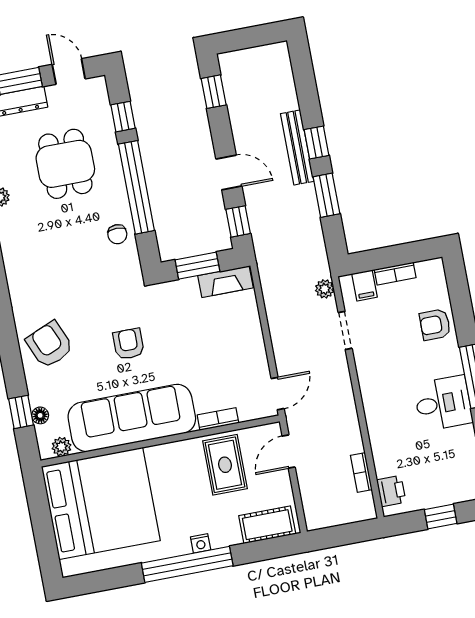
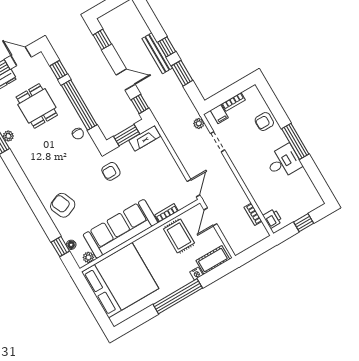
armchair: (129, 344) -> (111, 171), moved, turned -90
nightstand: (201, 543) -> (196, 273), moved

